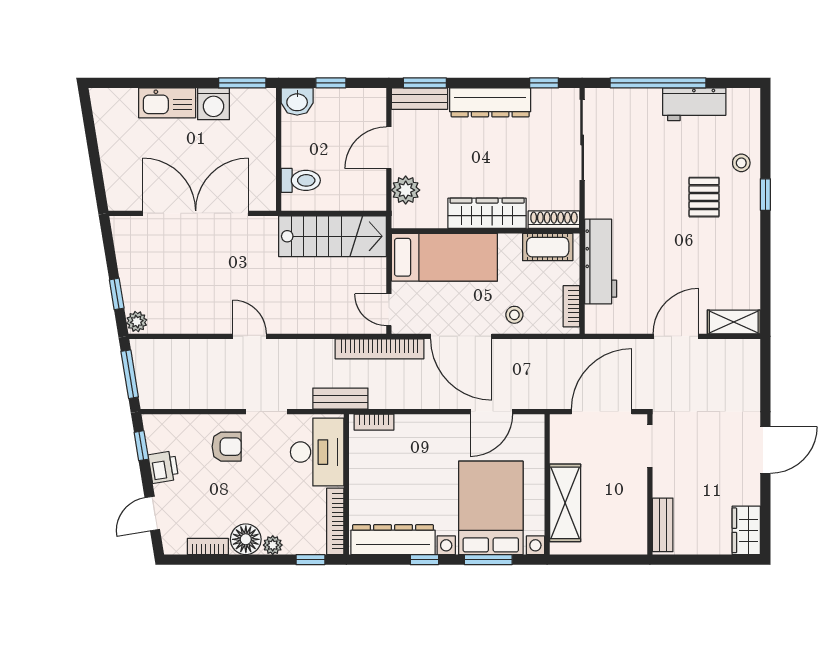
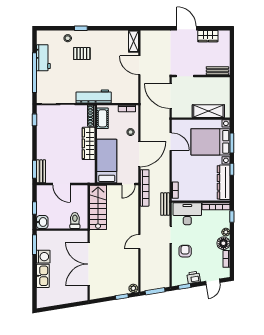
dresser: (490, 102) -> (43, 142), removed
plant: (406, 190) -> (79, 177), removed
workbench: (601, 261) -> (94, 96), moved
door: (152, 514) -> (213, 282), hinge flipped
wardrobe: (746, 530) -> (208, 36), moved

